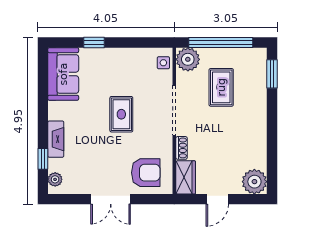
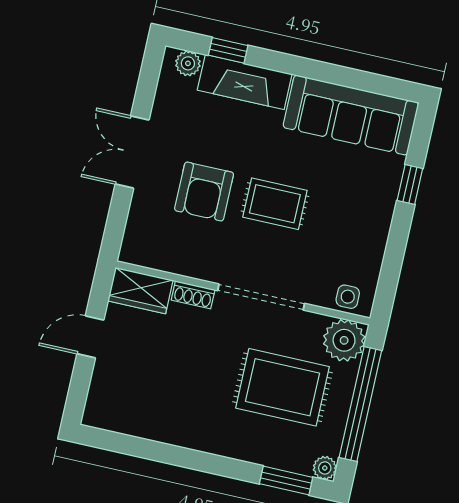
sofa: (63, 74) -> (351, 115), width x1.36
rug: (221, 87) -> (283, 387), width x1.36, depth x1.43
fireplace: (56, 139) -> (245, 82), width x1.37, depth x1.32
armchair: (146, 173) -> (204, 192), moved
plant: (254, 182) -> (325, 468), moved, width x0.53, depth x0.53
door: (217, 199) -> (90, 337), hinge flipped

